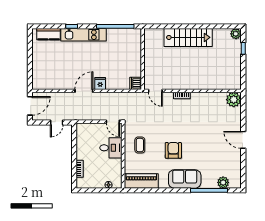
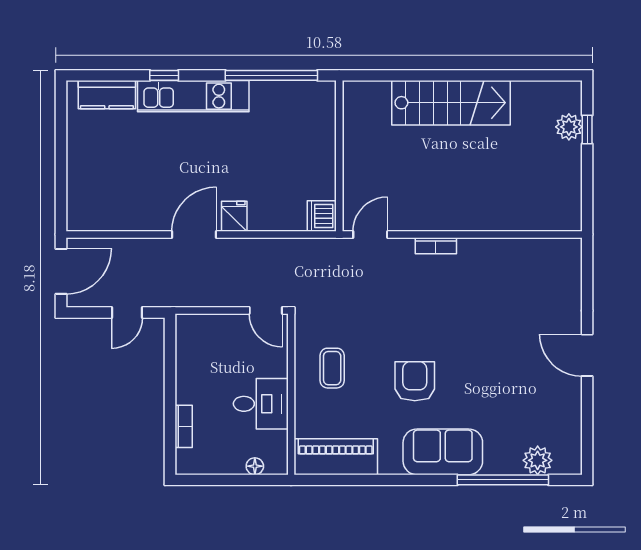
plant: (236, 34) -> (569, 127), moved
door: (155, 91) -> (370, 234), swing flipped
plant: (234, 100) -> (564, 256), removed
desk: (111, 148) -> (261, 404), moved

